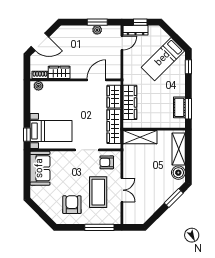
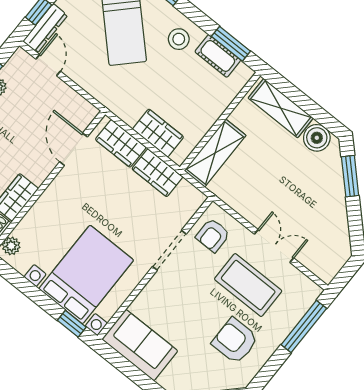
stool: (174, 87) -> (179, 39), added
wardrobe: (130, 102) -> (158, 133), width x0.67
wardrobe: (114, 126) -> (157, 173), width x0.67
bed with nightstands: (51, 131) -> (86, 274), width x1.36

